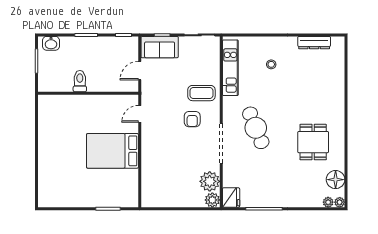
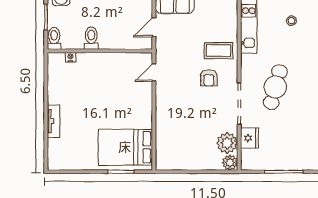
toilet: (44, 81) -> (54, 38), added
nightstand: (60, 99) -> (70, 57), added
cafe table: (256, 128) -> (275, 87), turned 37
bed: (112, 151) -> (125, 147), moved
tv unit: (44, 160) -> (54, 121), added
fridge: (231, 198) -> (249, 138), moved

